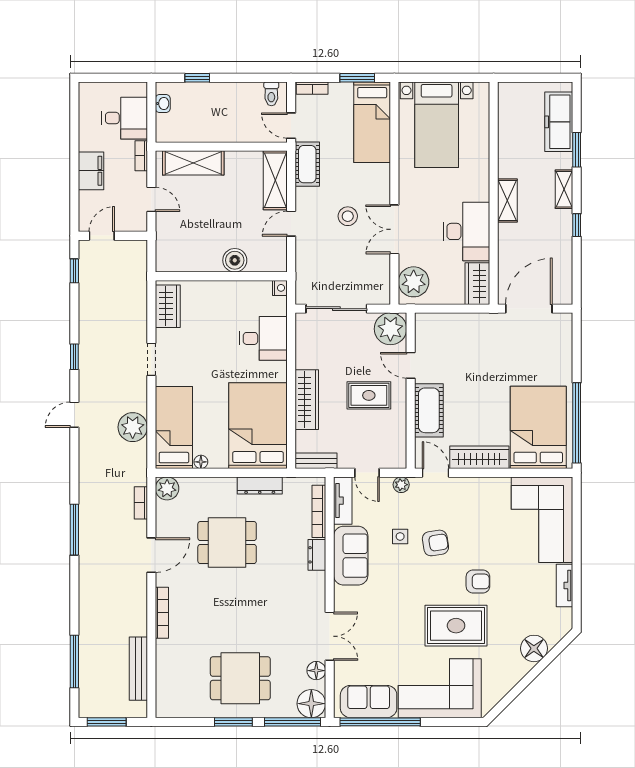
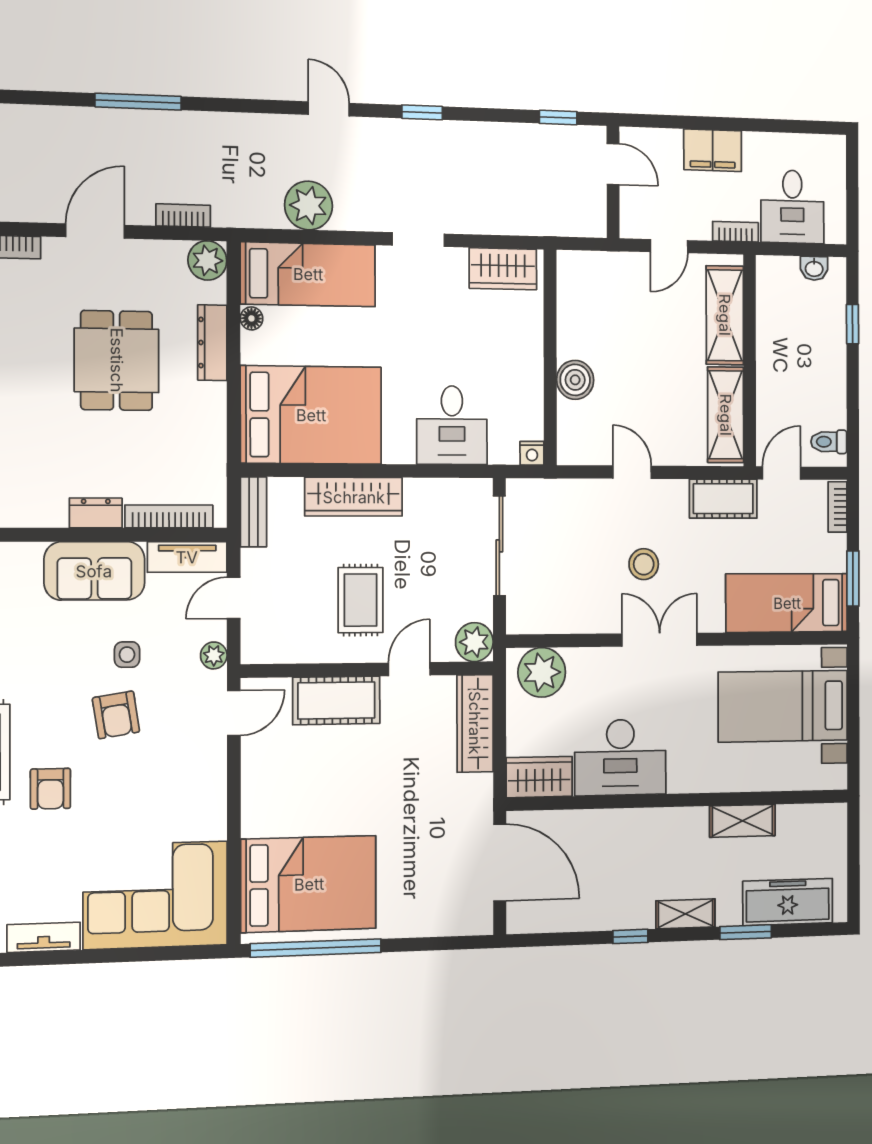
shelving: (275, 180) -> (726, 415), moved, turned 90
shelving: (507, 200) -> (742, 821), moved
double door: (394, 229) -> (660, 640), moved
plant: (390, 329) -> (474, 642), width x0.73, depth x0.73
wardrobe: (479, 457) -> (475, 723), moved, turned 180
dresser: (260, 485) -> (212, 343), moved
door: (151, 555) -> (95, 231), swing flipped

